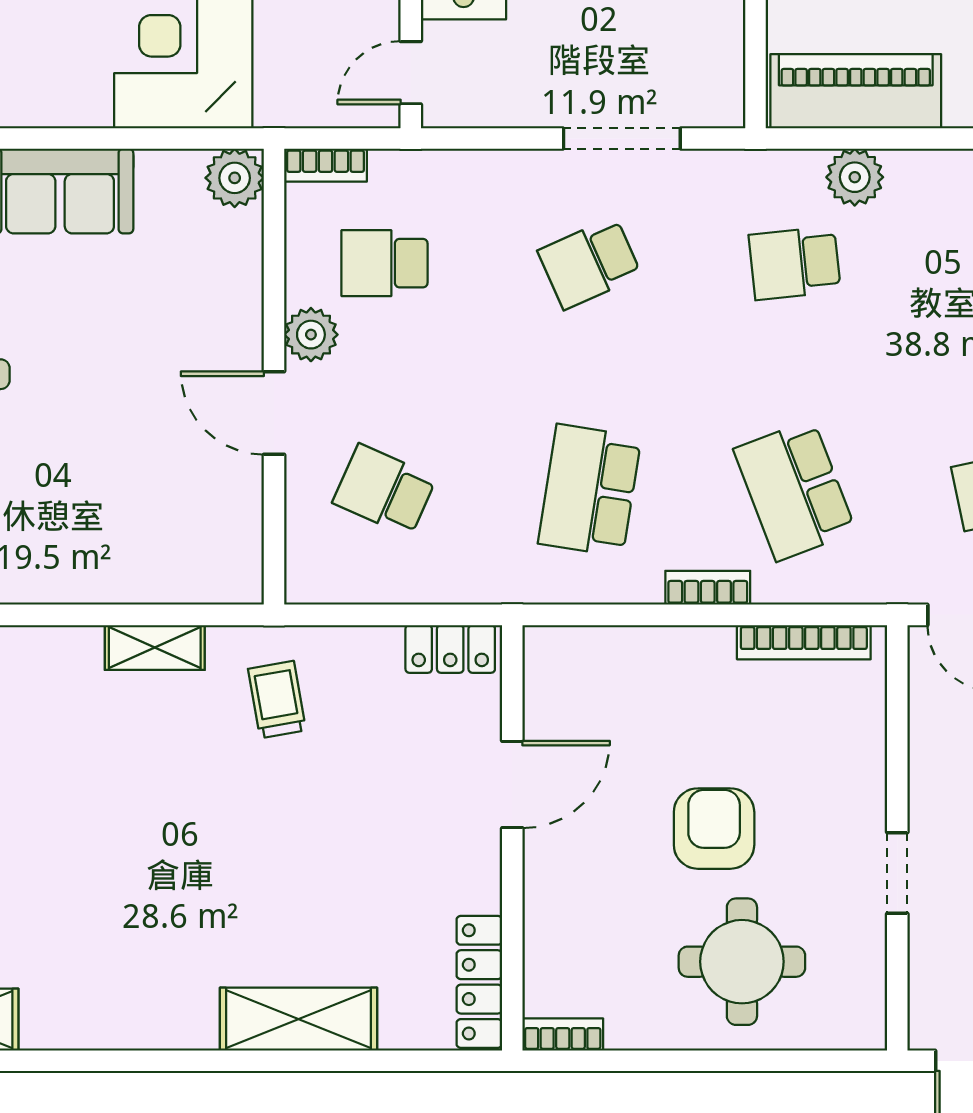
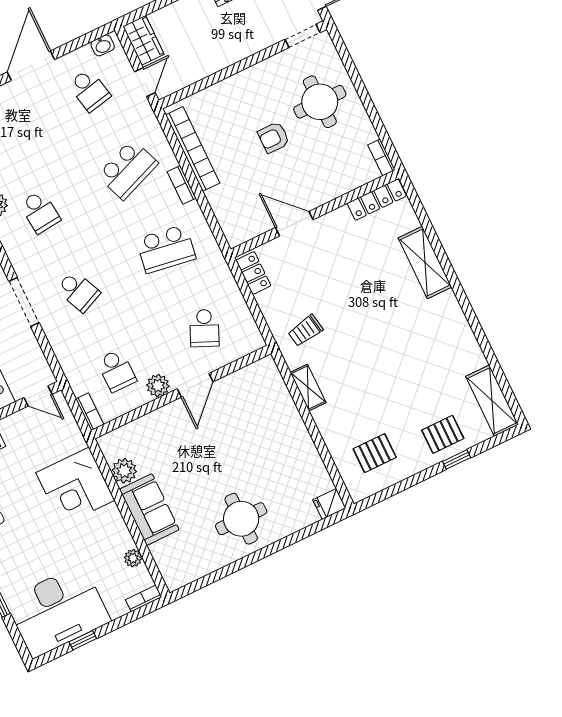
plant: (235, 178) -> (124, 471), moved
bookcase: (804, 642) -> (193, 149), width x1.48, depth x1.31
armchair: (714, 829) -> (274, 137), width x0.72, depth x0.72
doorway: (897, 873) -> (303, 36), moved

